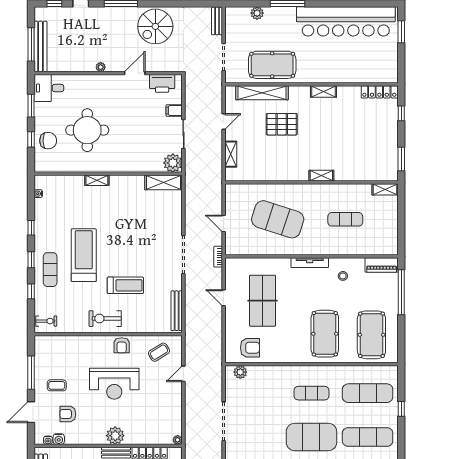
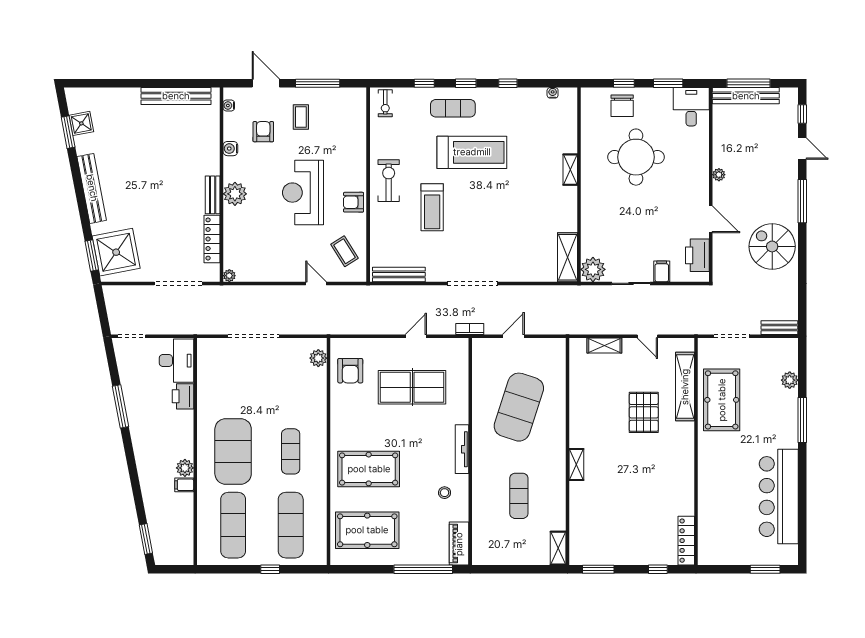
bar counter: (346, 21) -> (779, 497), width x0.73
shelving: (324, 92) -> (687, 467), removed
water cooler: (59, 439) -> (230, 149), moved

